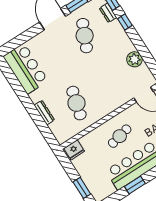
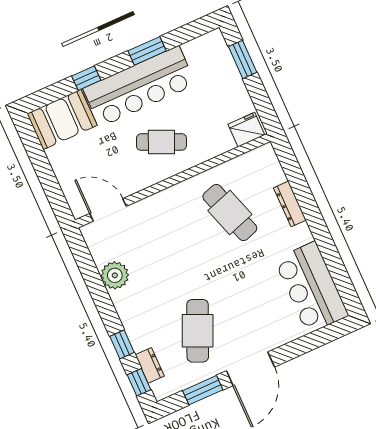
cafe table: (76, 103) -> (230, 213), turned -33
cafe table: (120, 136) -> (161, 142), turned 37

